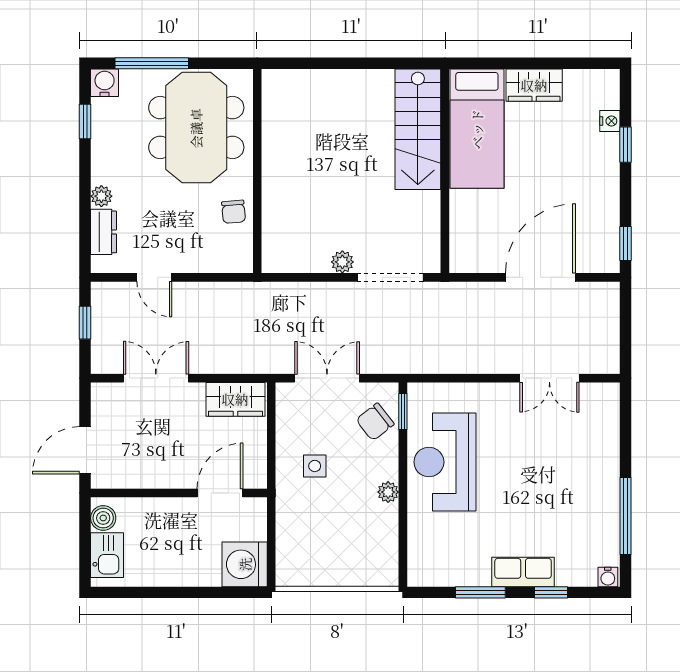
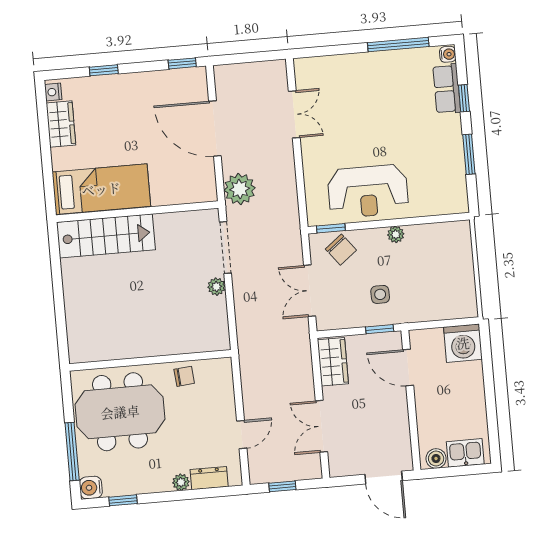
wardrobe: (534, 85) -> (61, 124), moved
nightstand: (610, 121) -> (53, 92), moved, turned -90
plant: (462, 302) -> (240, 189), added
window: (271, 462) -> (380, 329), added
row of seats: (523, 572) -> (447, 89), moved

